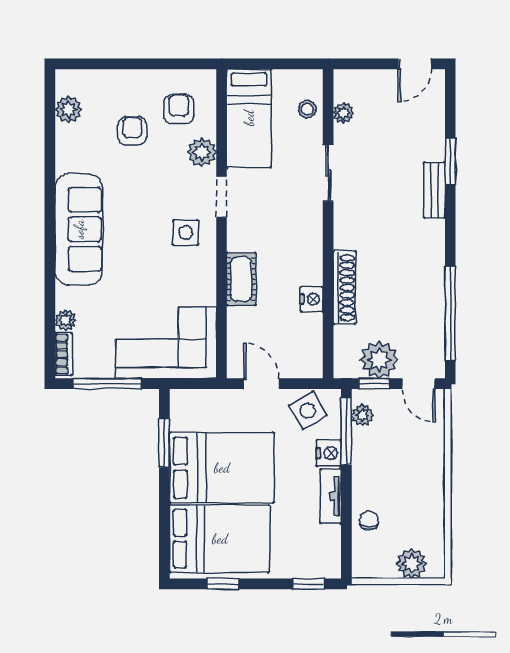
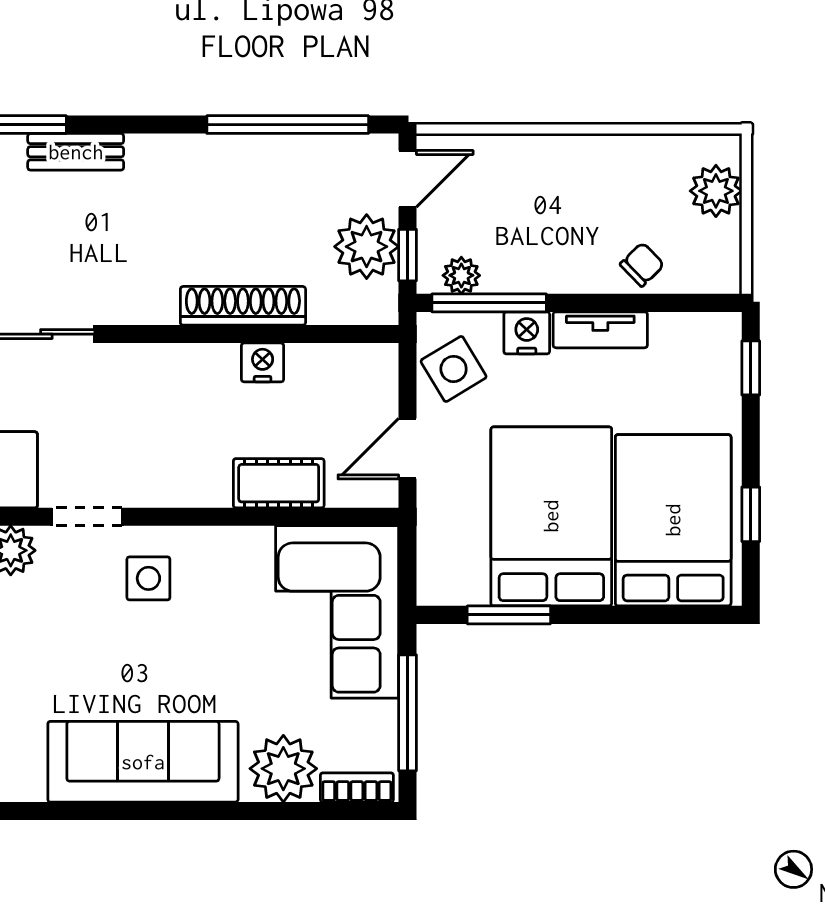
cot: (241, 279) -> (279, 483), moved
plant: (66, 320) -> (283, 769), width x1.87, depth x1.87
chair: (369, 521) -> (642, 265), turned 136

